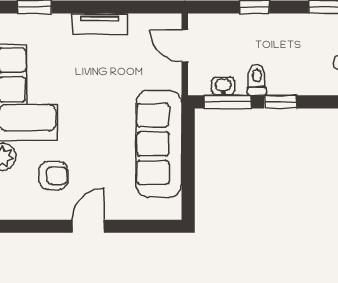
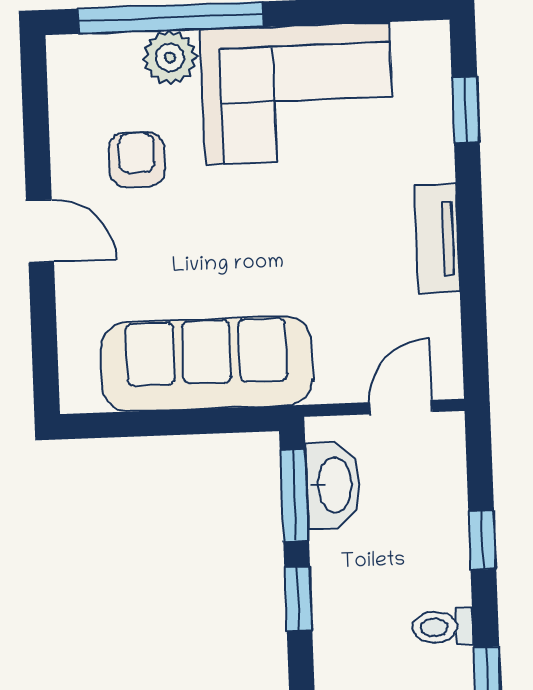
toilet: (257, 80) -> (443, 627), moved, turned 180
washbasin: (223, 86) -> (333, 485), width x1.91, depth x1.45
armchair: (53, 176) -> (137, 160), turned 180

